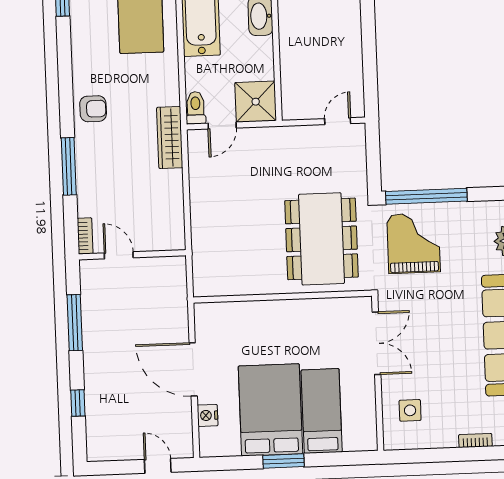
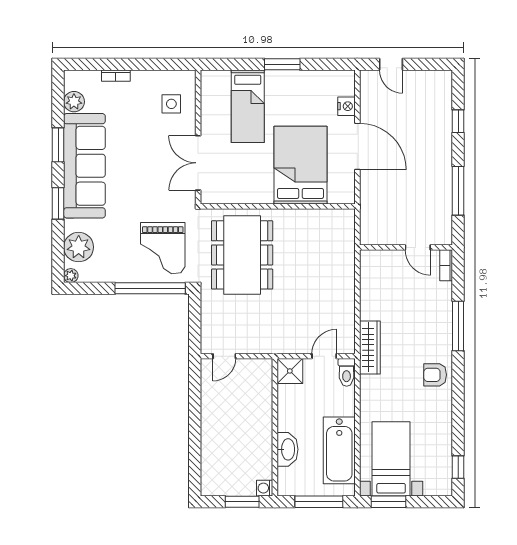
shower: (256, 102) -> (290, 371), width x0.73, depth x0.73
bed: (270, 410) -> (300, 165), moved, turned 180

